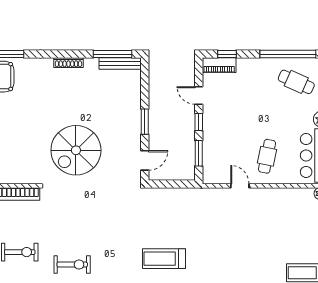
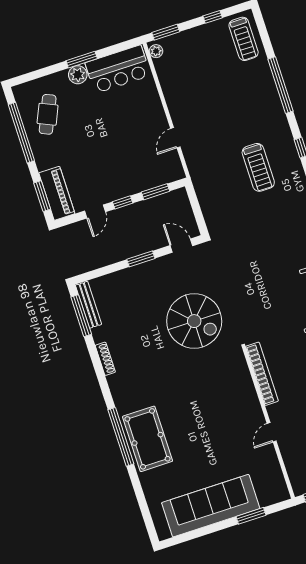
window: (227, 54) -> (42, 196), width x1.50
piano: (219, 65) -> (57, 193), width x1.37, depth x1.33
cafe table: (267, 156) -> (135, 119), removed
treadmill: (164, 259) -> (258, 167), moved

